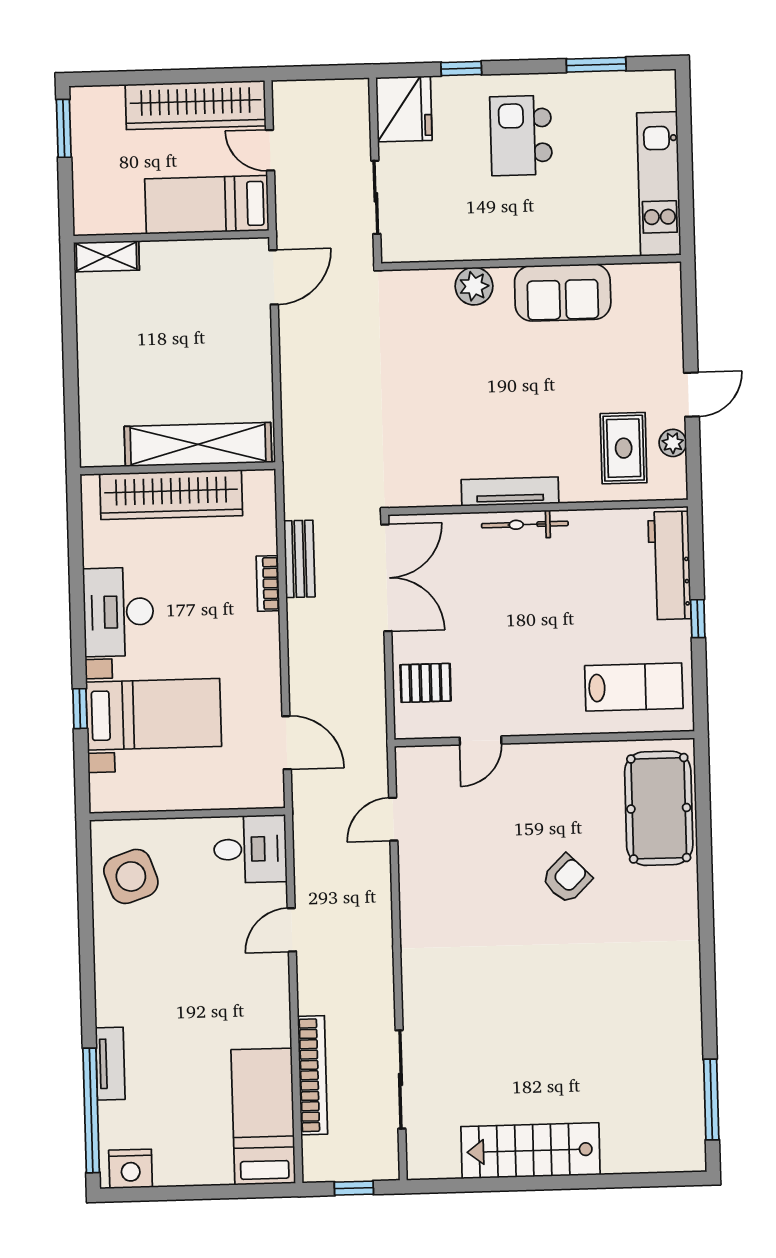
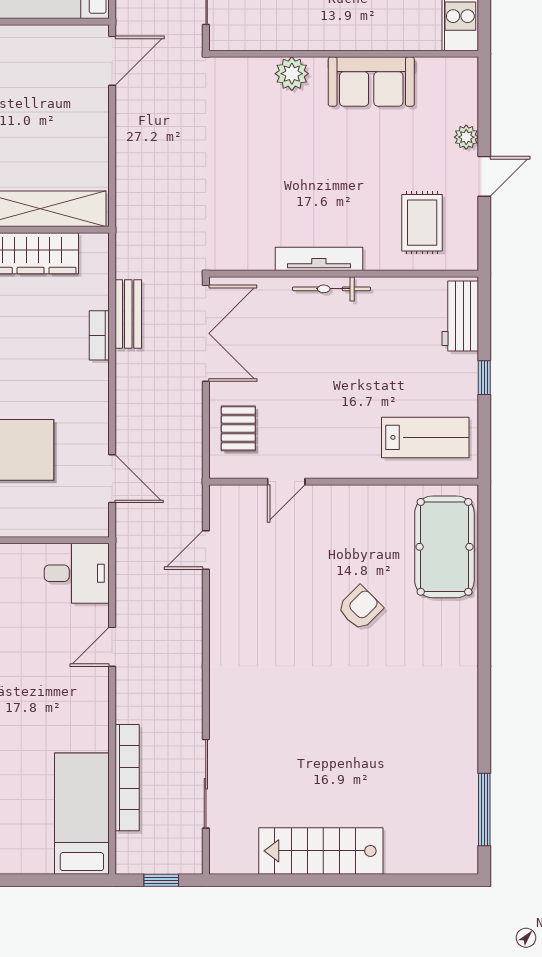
plant: (673, 443) -> (466, 137), moved
workbench: (670, 565) -> (460, 316), width x0.73
pallet: (426, 683) -> (238, 428), turned 90

